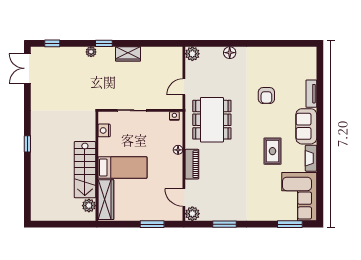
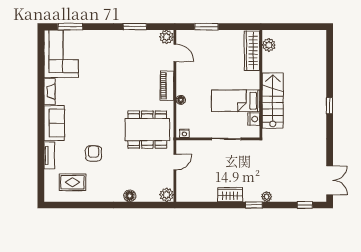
dining table: (212, 120) -> (147, 130), turned 90
rug: (273, 151) -> (72, 182), moved, turned 90
bed: (122, 168) -> (236, 101), moved
stairs: (85, 170) -> (273, 101), moved

